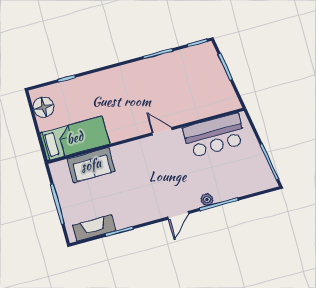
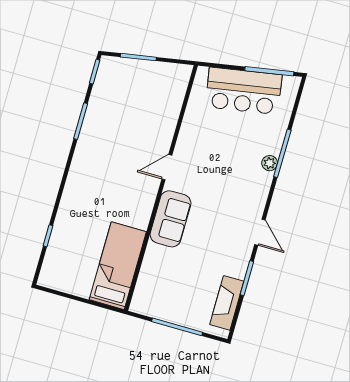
floor lamp: (44, 107) -> (64, 279), removed
bar counter: (214, 135) -> (244, 91), moved, turned 80
sofa: (91, 165) -> (170, 219), moved
door: (178, 215) -> (260, 232), moved

